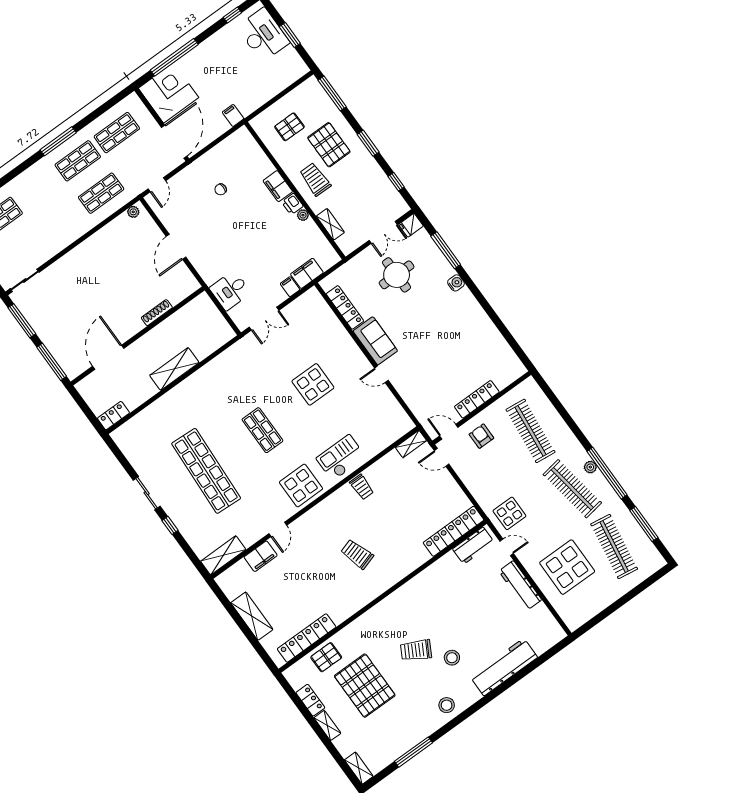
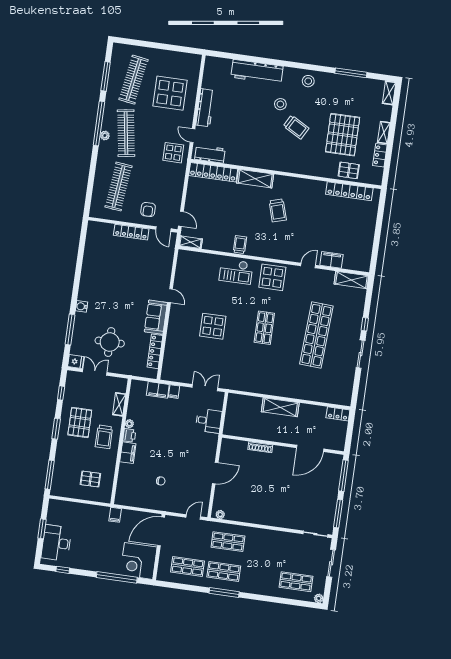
pallet: (329, 145) -> (80, 422), moved
shelving: (252, 616) -> (255, 179), moved, turned 90

